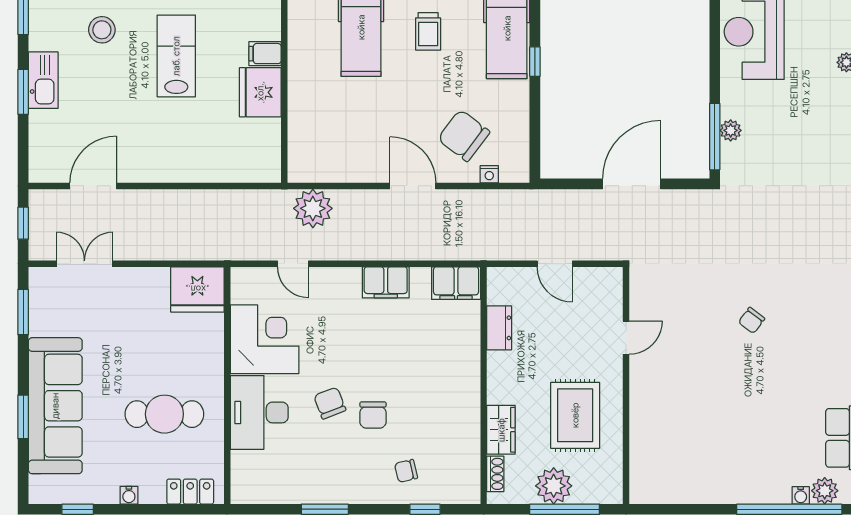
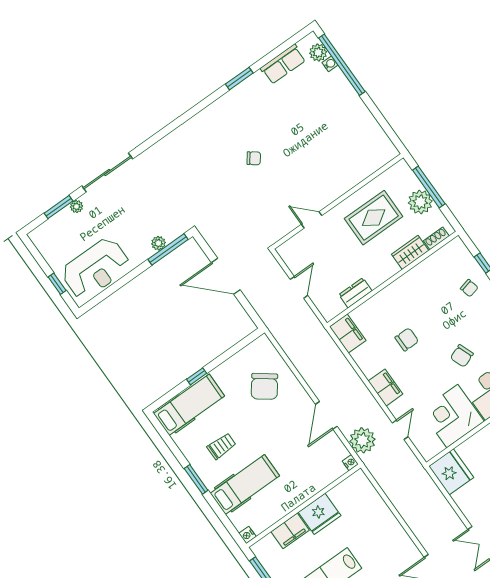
filing cabinet: (265, 54) -> (290, 531), width x2.00
nightstand: (489, 174) -> (350, 463), moved
door: (413, 186) -> (326, 415), moved
filing cabinet: (386, 282) -> (385, 388), moved
chair: (373, 415) -> (407, 339), moved

